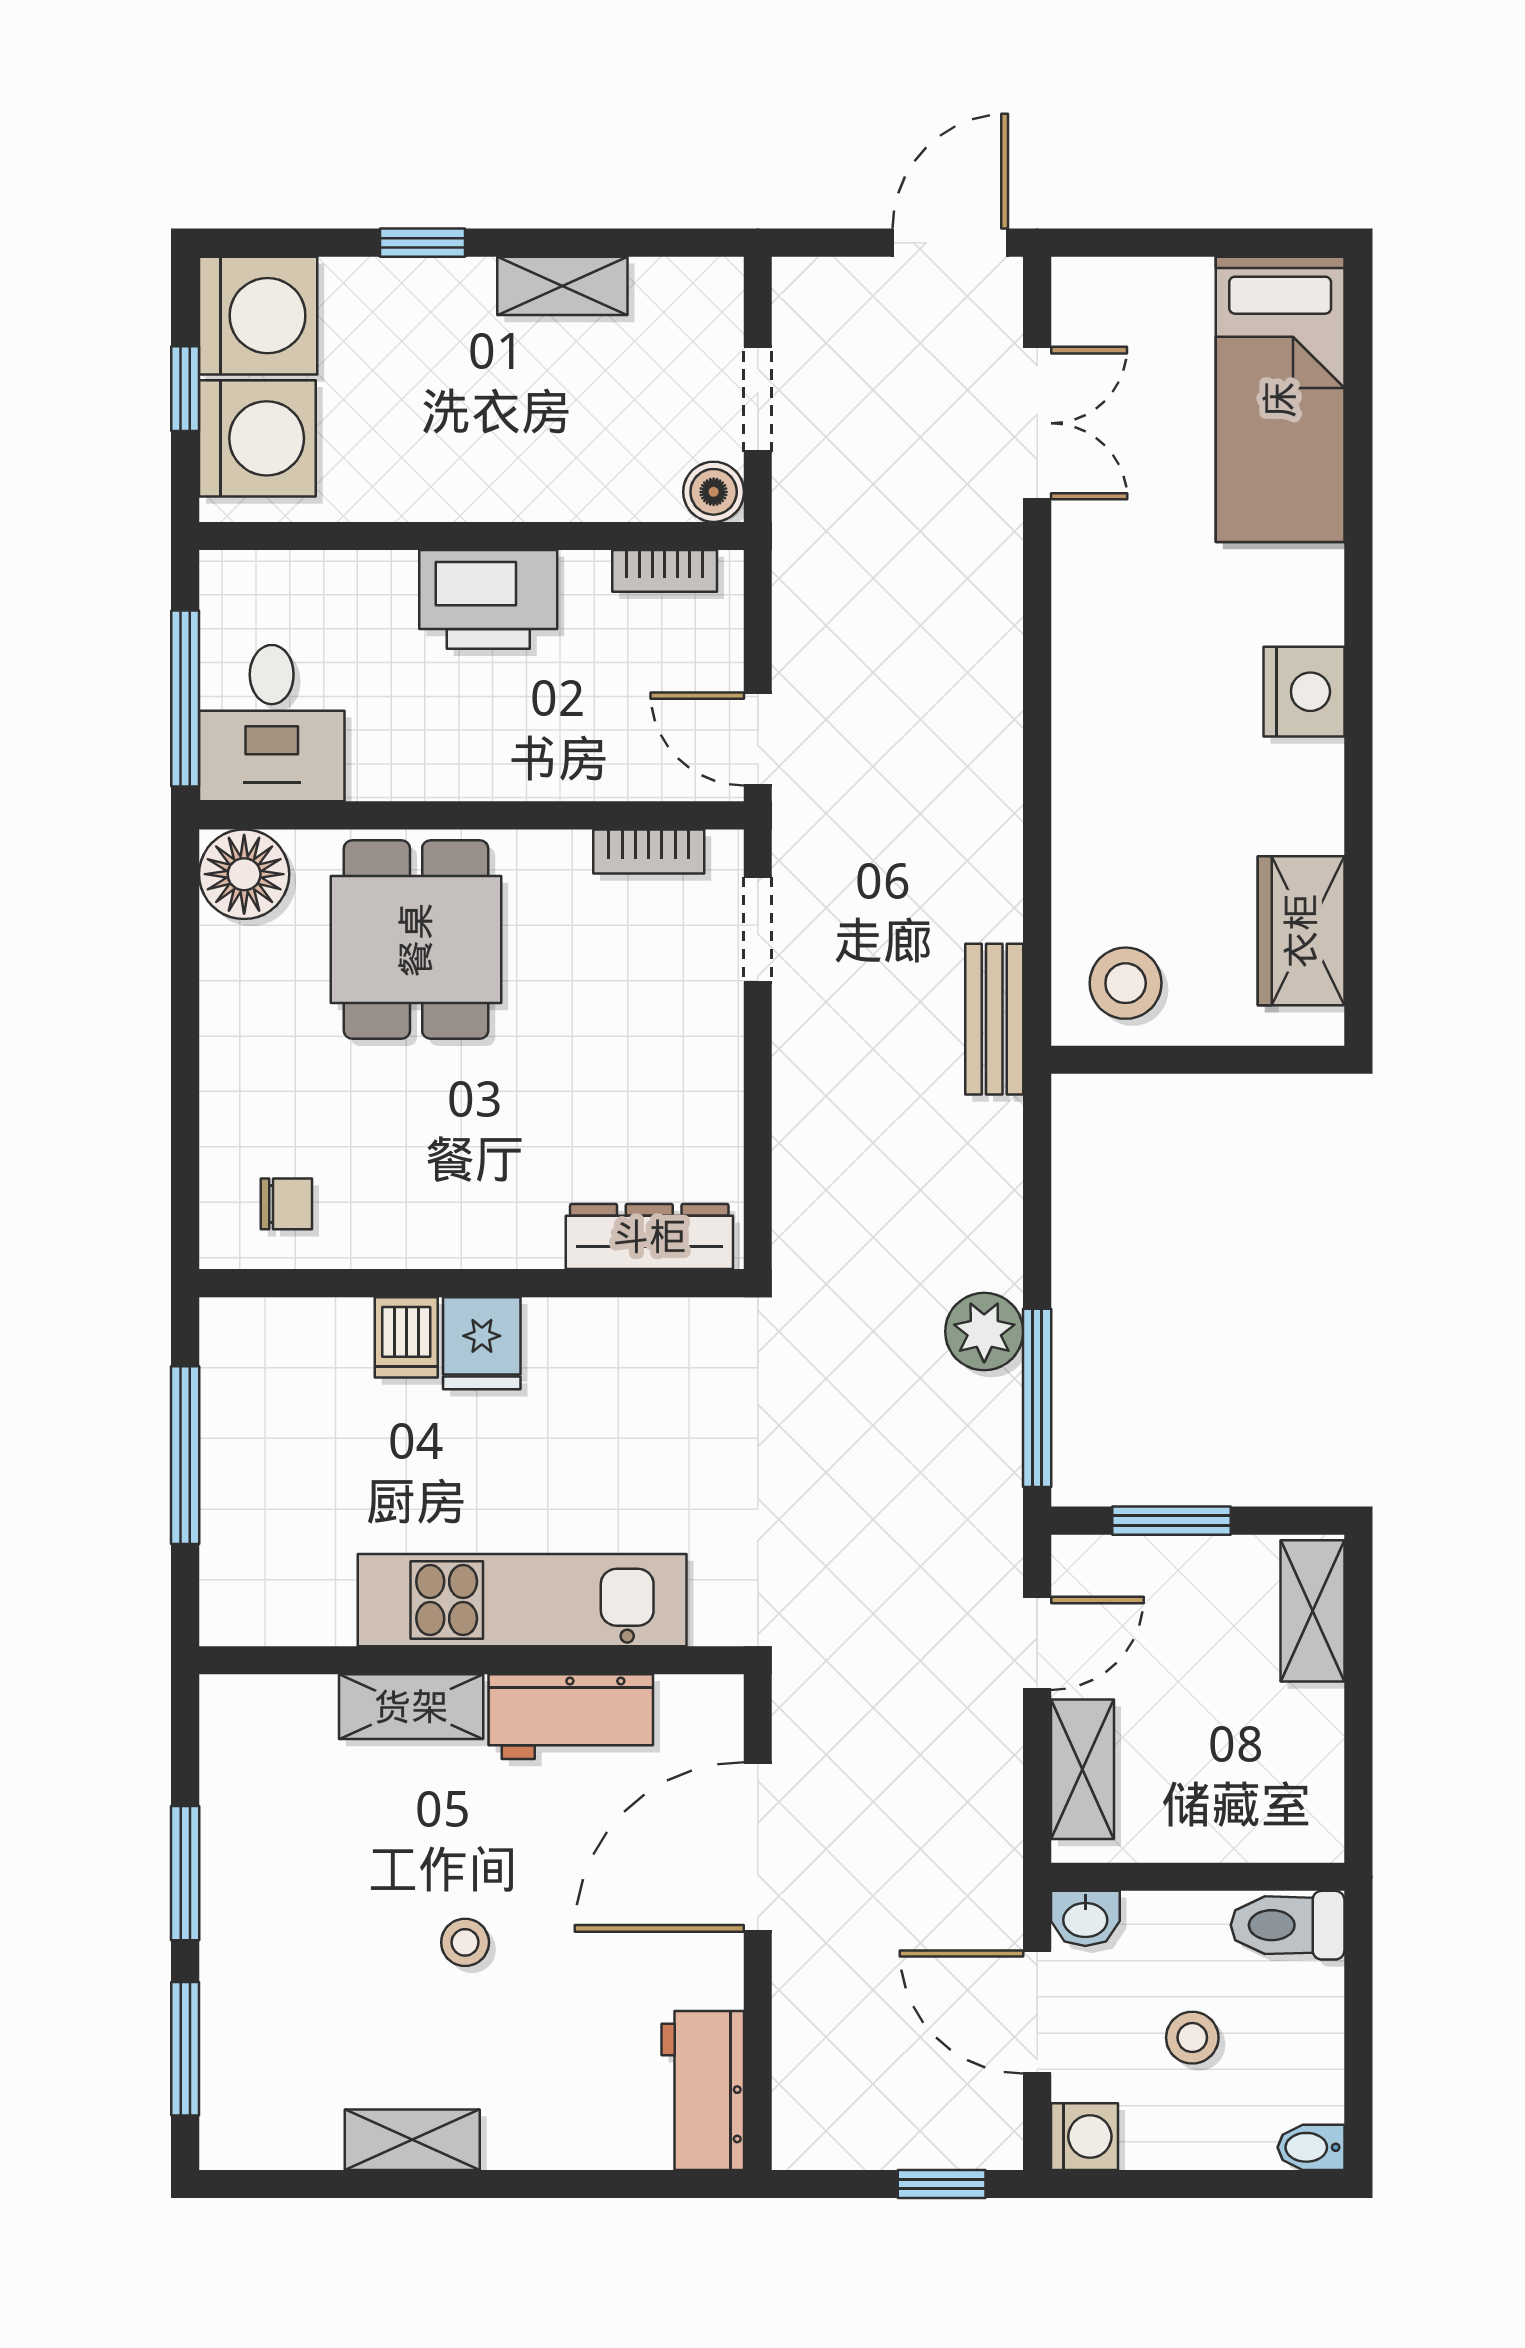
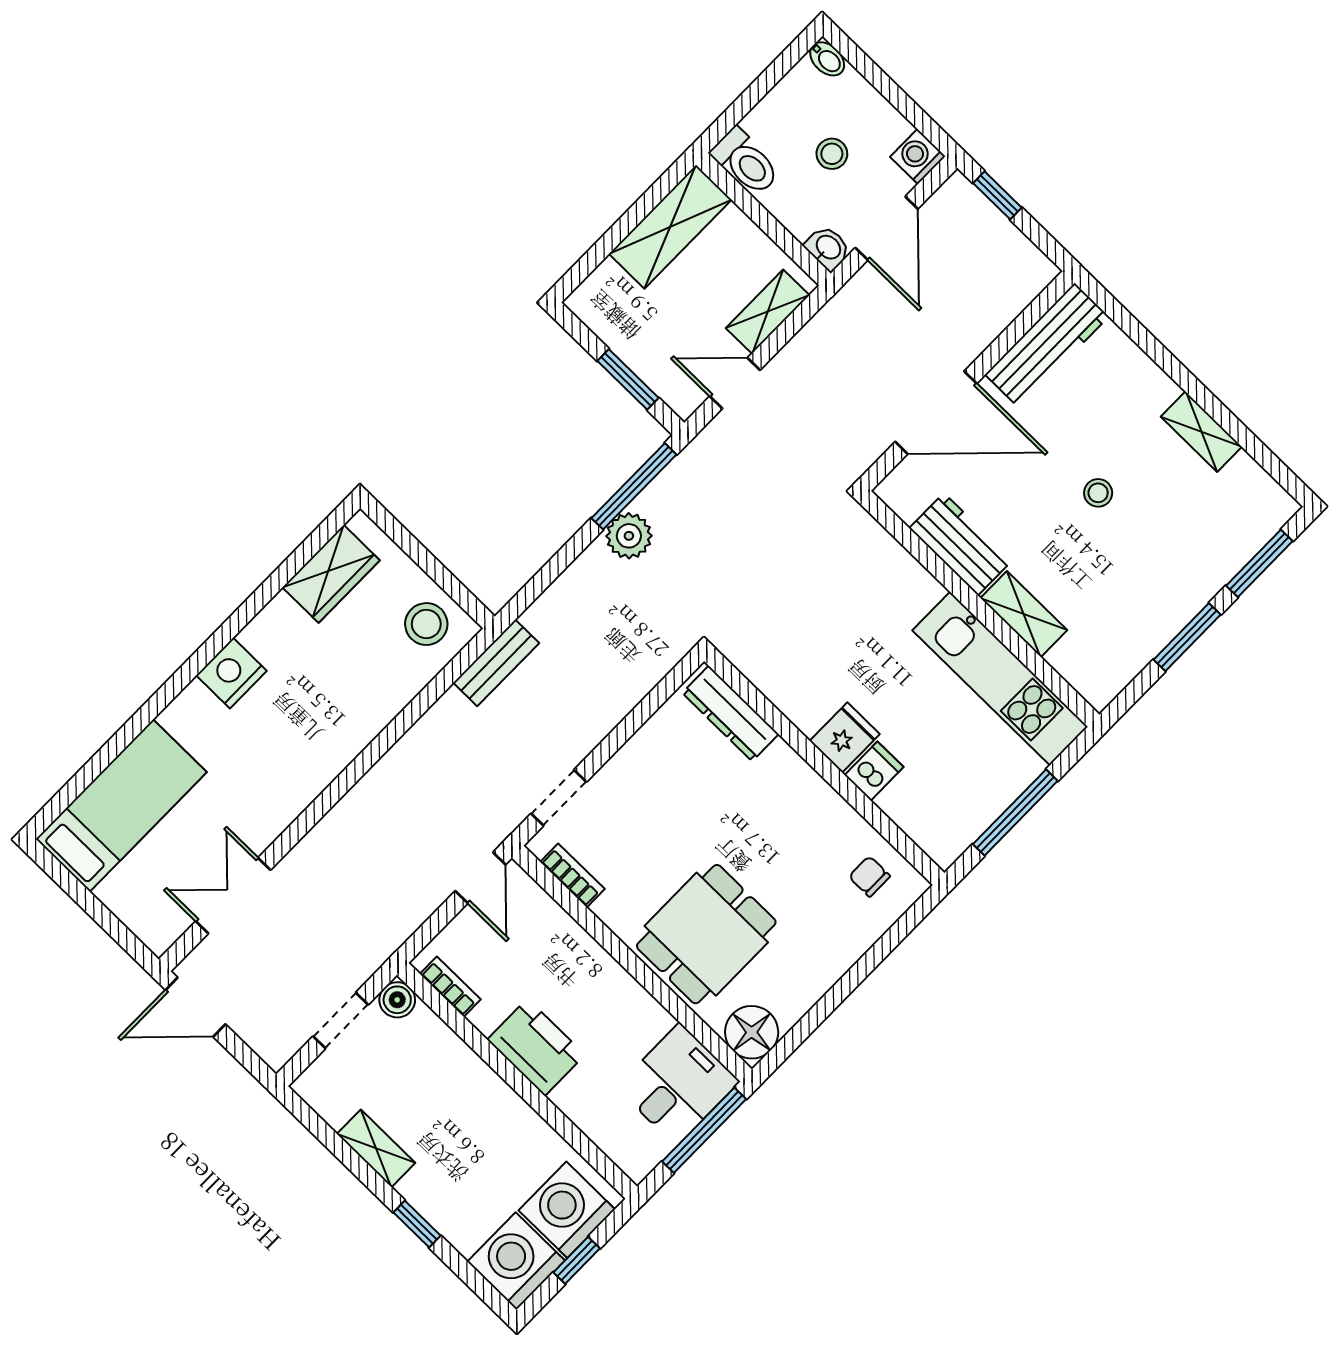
kitchen unit: (522, 1600) -> (1000, 678), moved
shelving: (1312, 1611) -> (670, 227), moved, width x1.50, depth x1.33
workbench: (703, 2090) -> (1047, 345), width x1.38

